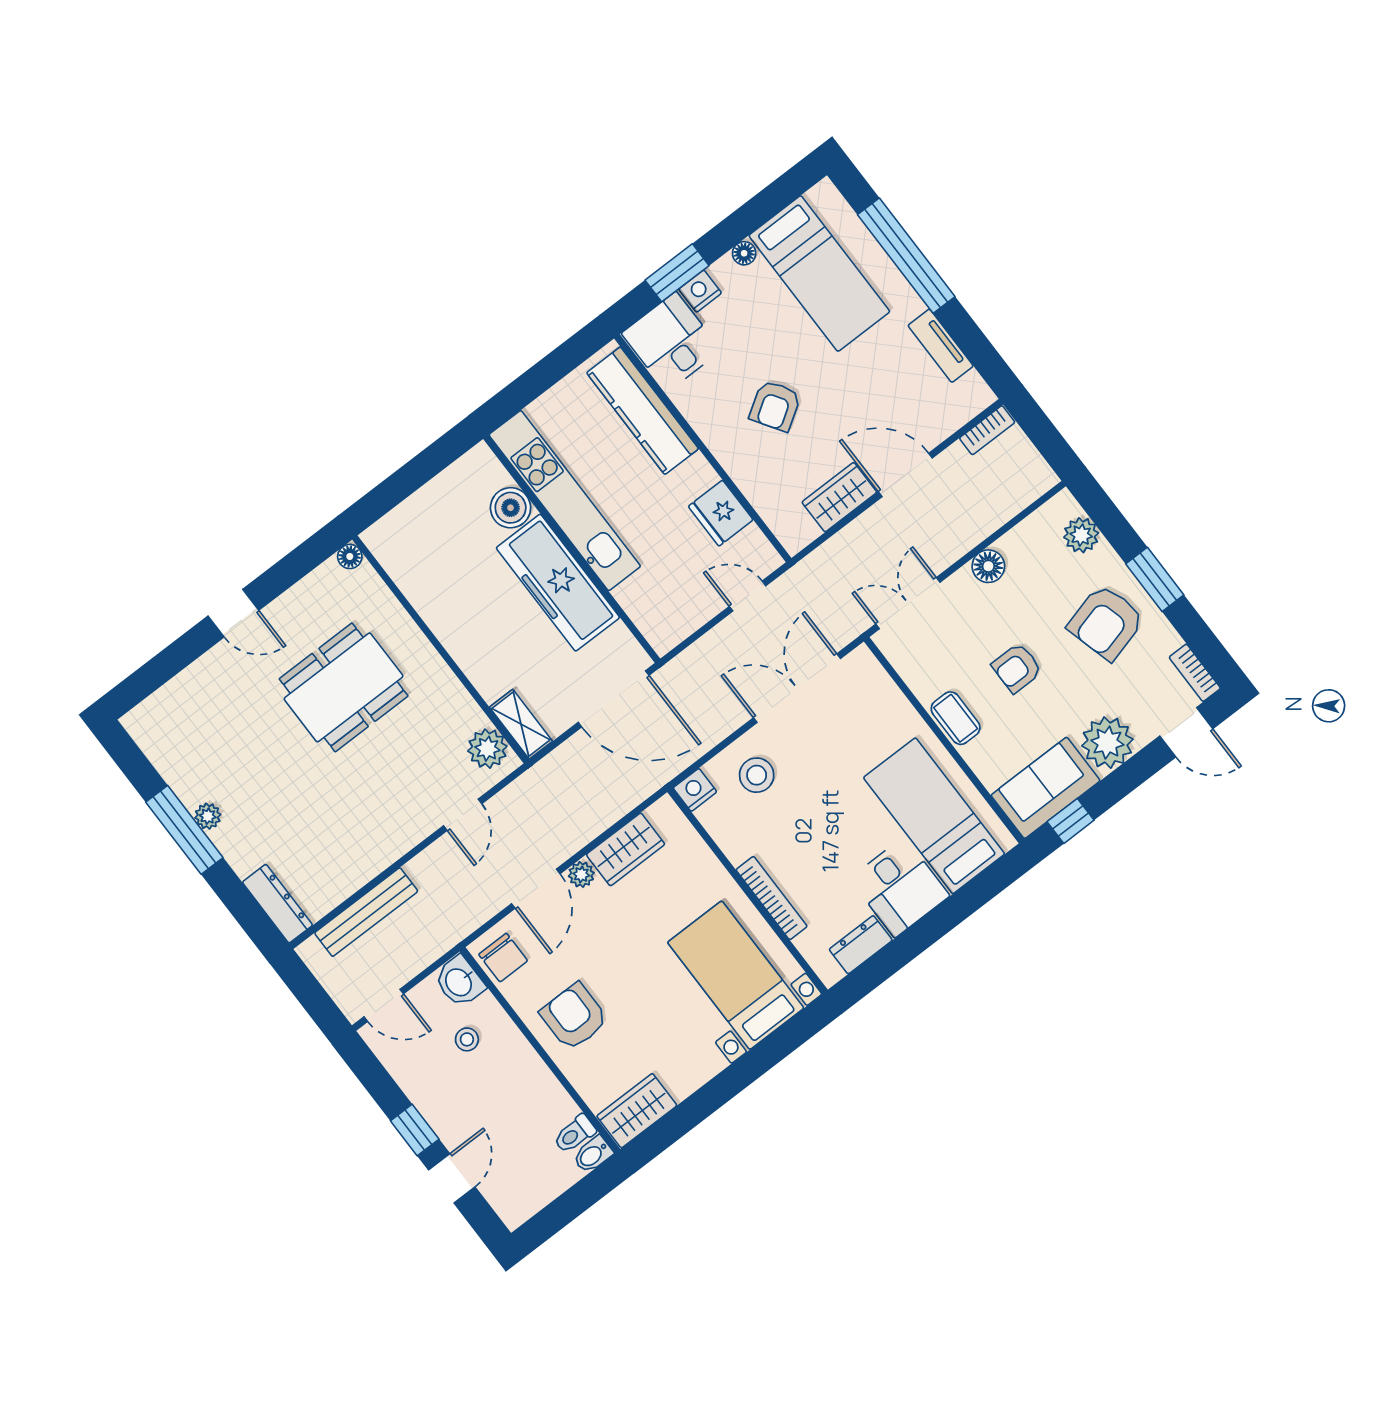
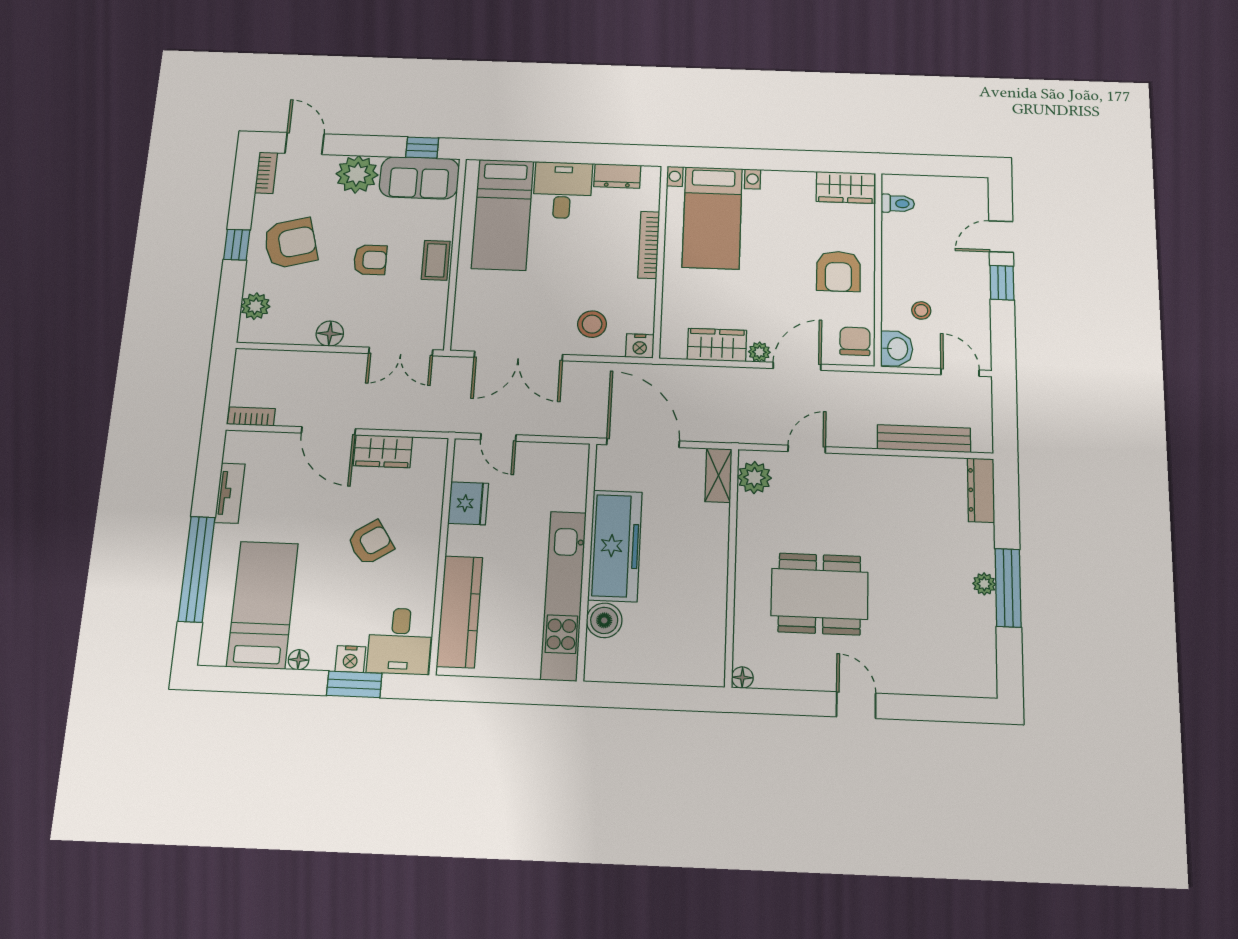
window: (1155, 579) -> (237, 245), width x0.67
bidet: (593, 1155) -> (896, 183), removed

